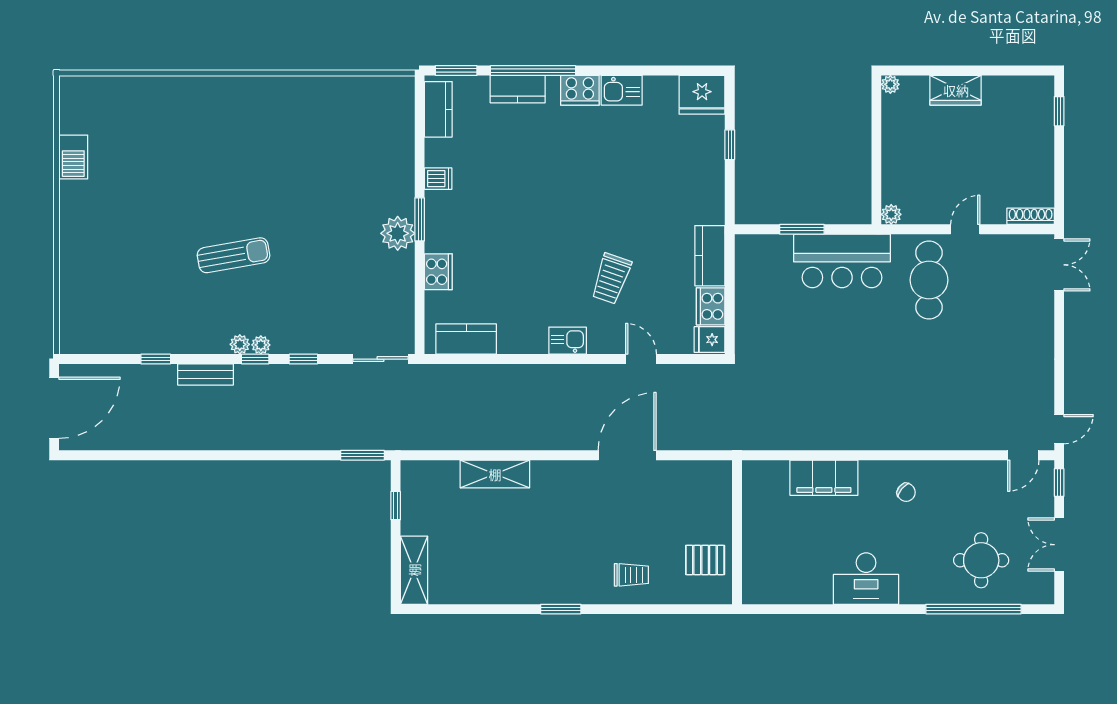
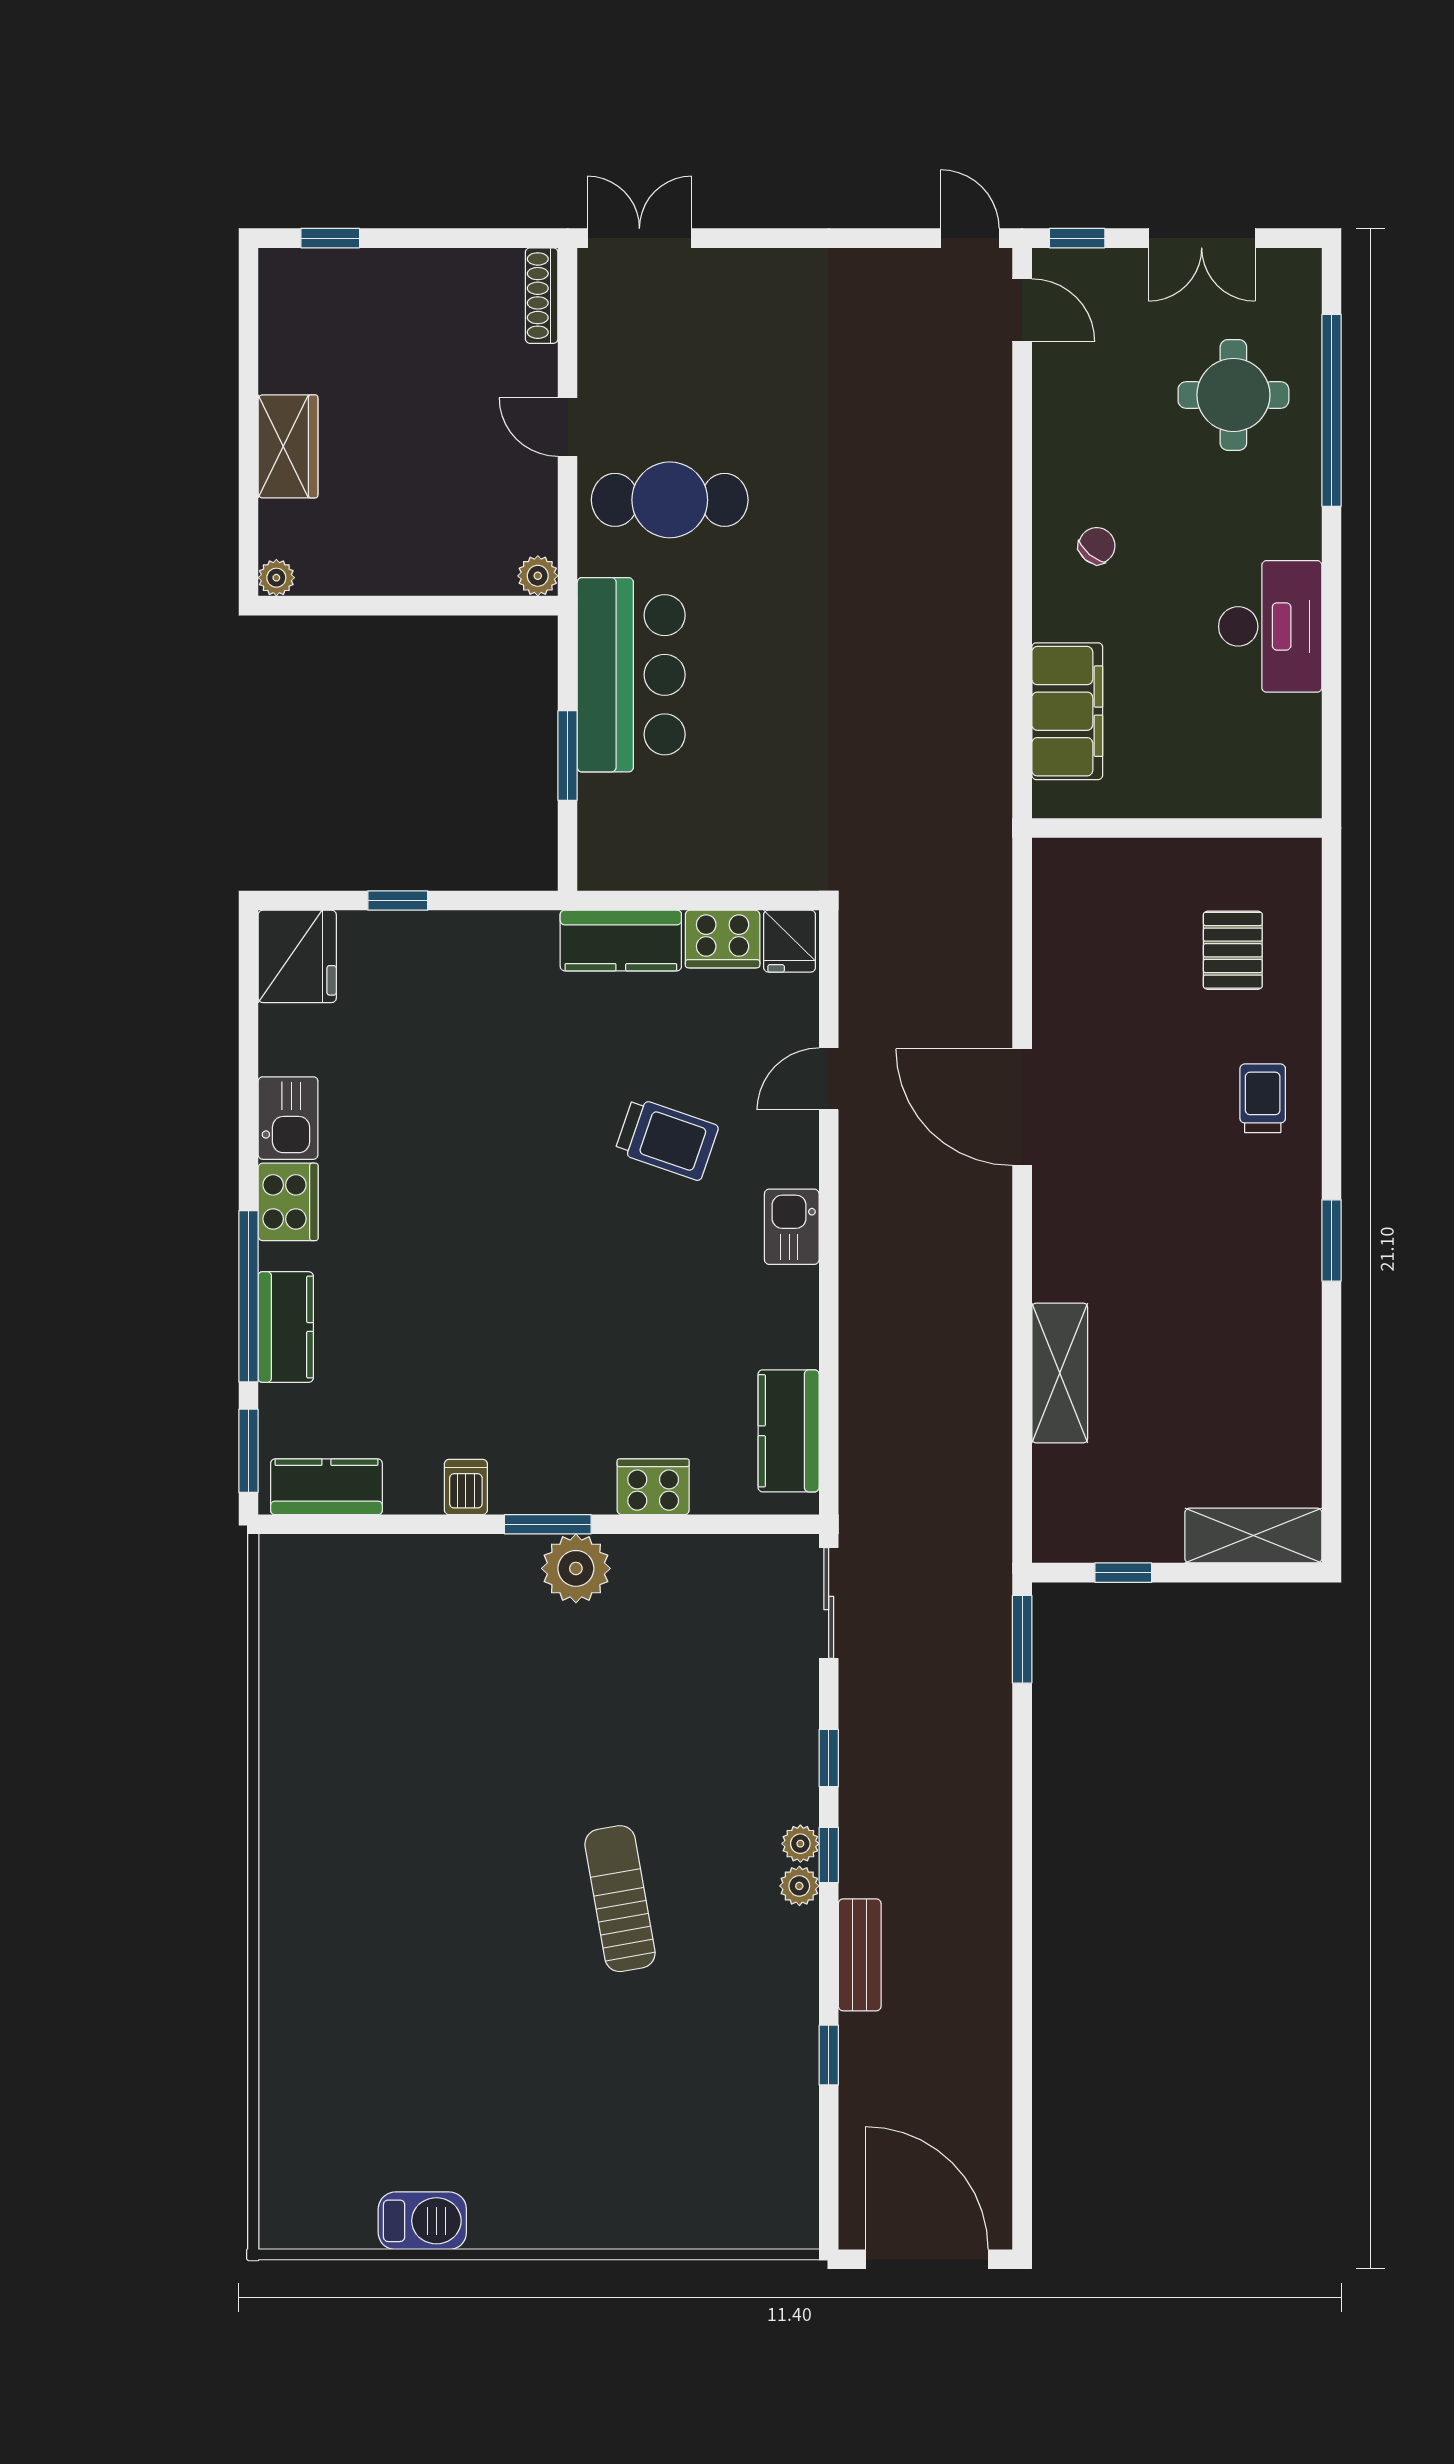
wall: (737, 532) -> (1177, 828), moved

